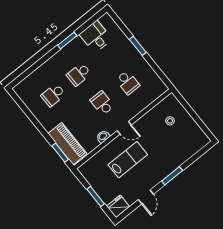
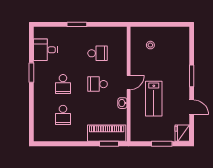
lab bench: (128, 160) -> (154, 99), turned 180

